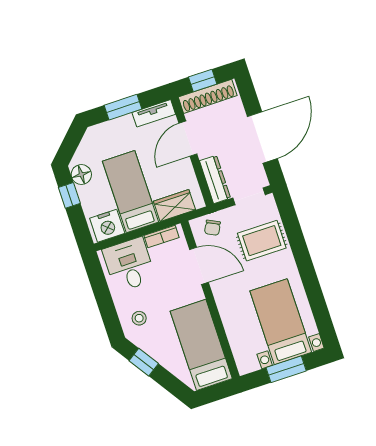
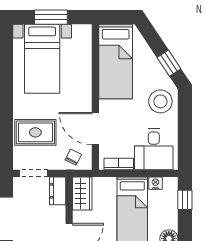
dresser: (215, 179) -> (58, 191), width x0.70
window: (69, 195) -> (185, 200), moved
wardrobe: (174, 205) -> (82, 193), moved, turned -90
nightstand: (107, 226) -> (155, 183), width x0.53, depth x0.56
stool: (139, 318) -> (160, 101), width x1.89, depth x1.89

